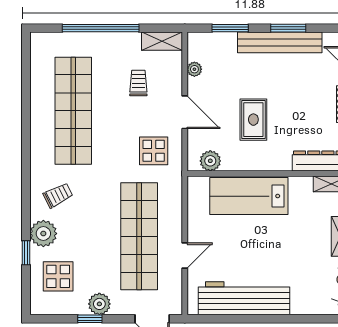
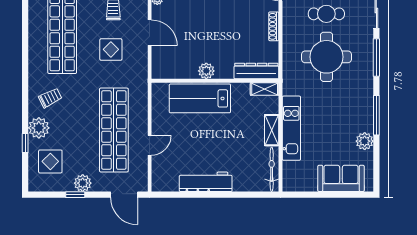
rug: (253, 120) -> (204, 38), removed
display table: (154, 151) -> (111, 49), moved
plant: (210, 161) -> (206, 71), moved
workbench: (244, 298) -> (206, 182), width x0.73, depth x0.76

